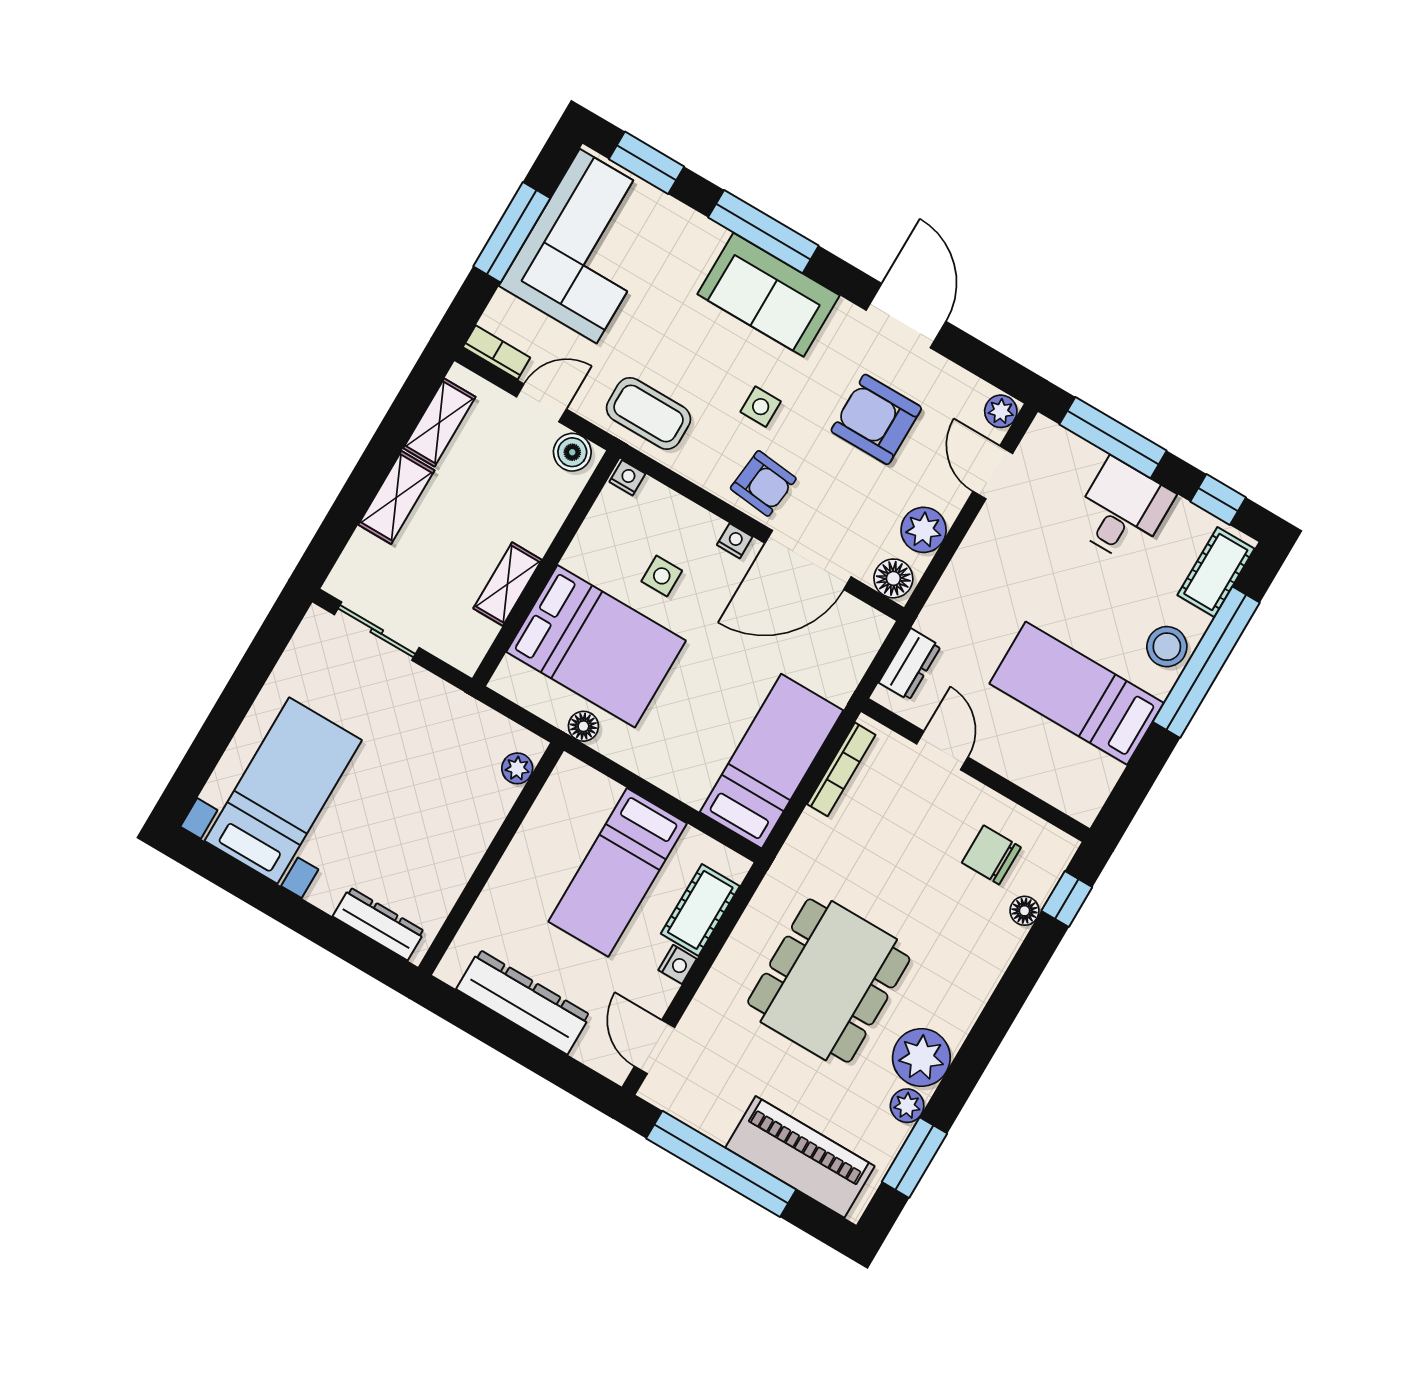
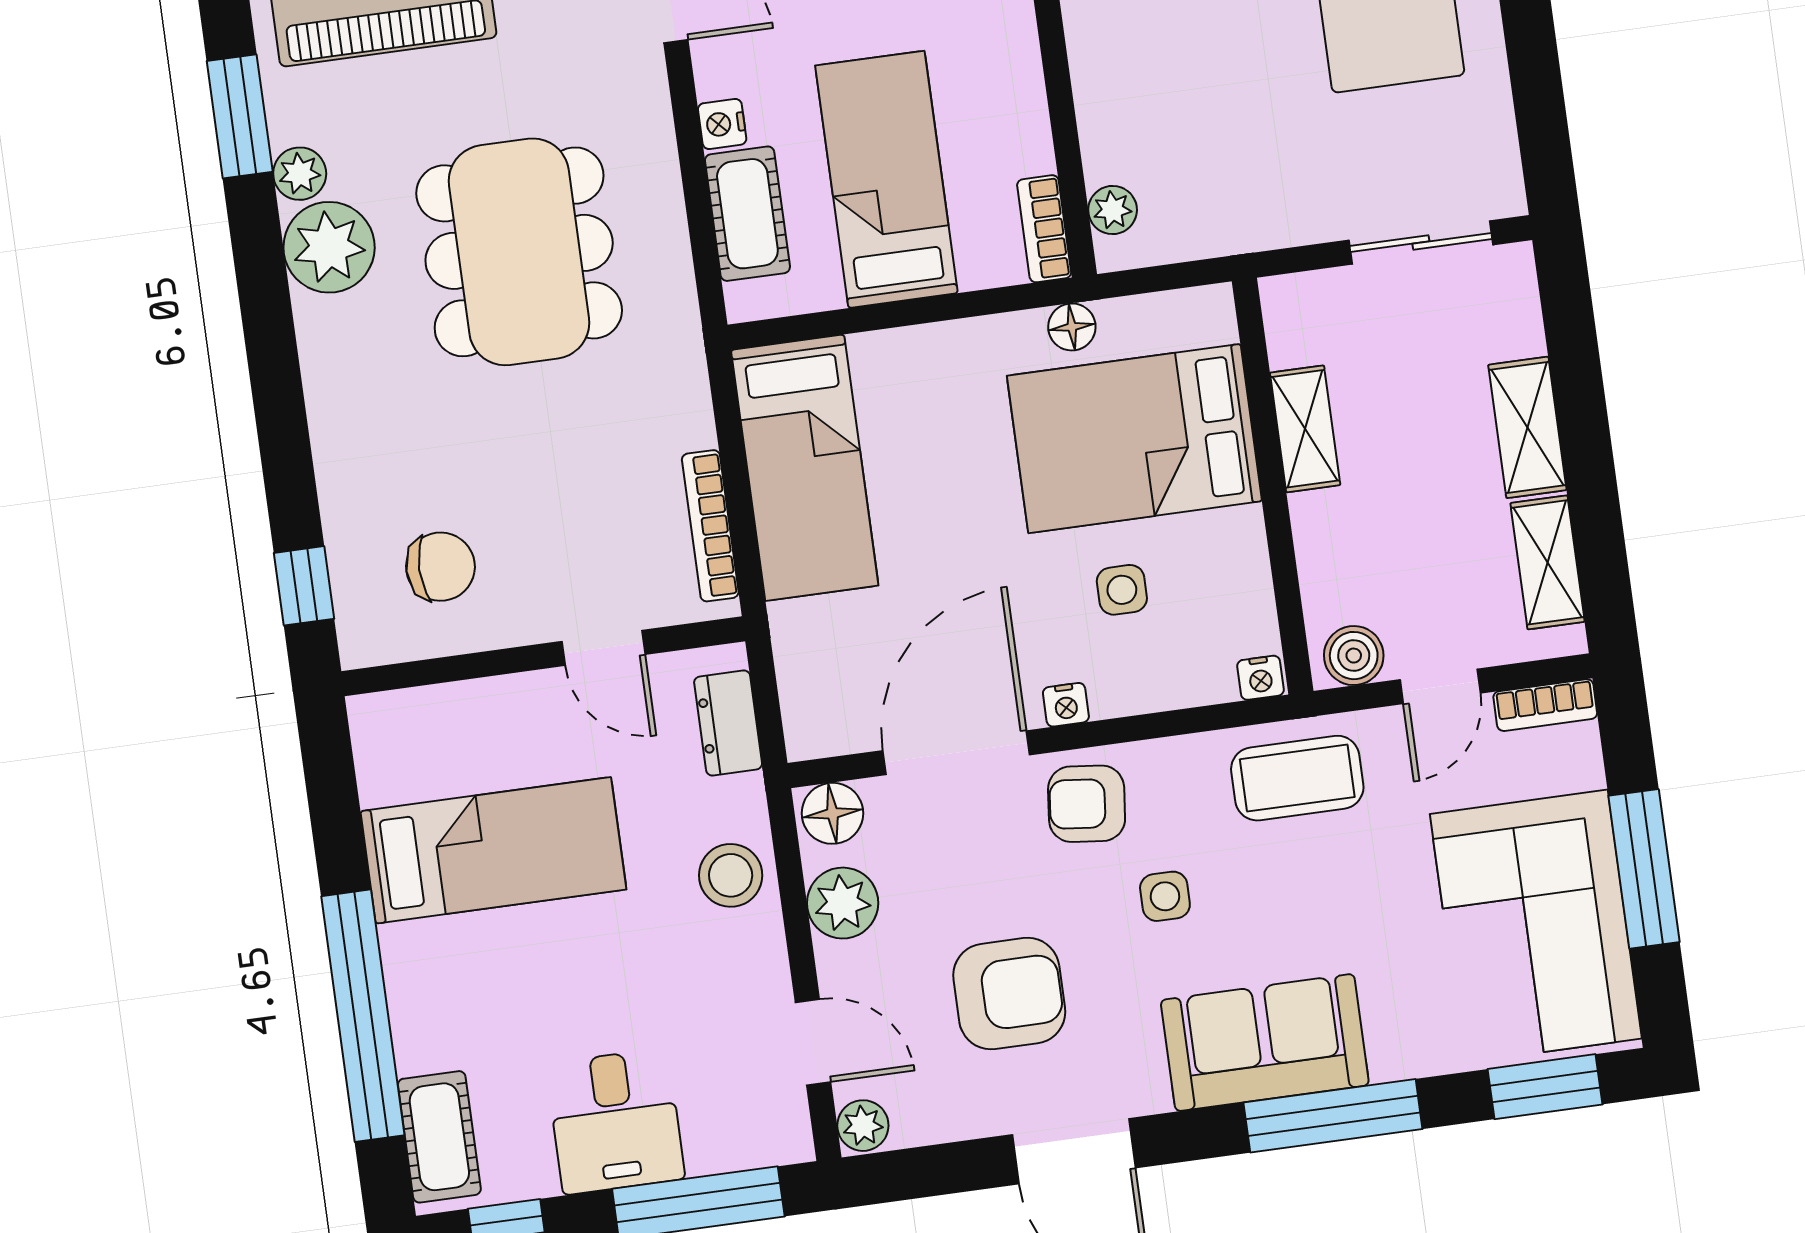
stool: (1167, 647) -> (731, 875), moved
bookcase: (559, 786) -> (1044, 229), added
floor lamp: (1025, 911) -> (345, 530), removed

